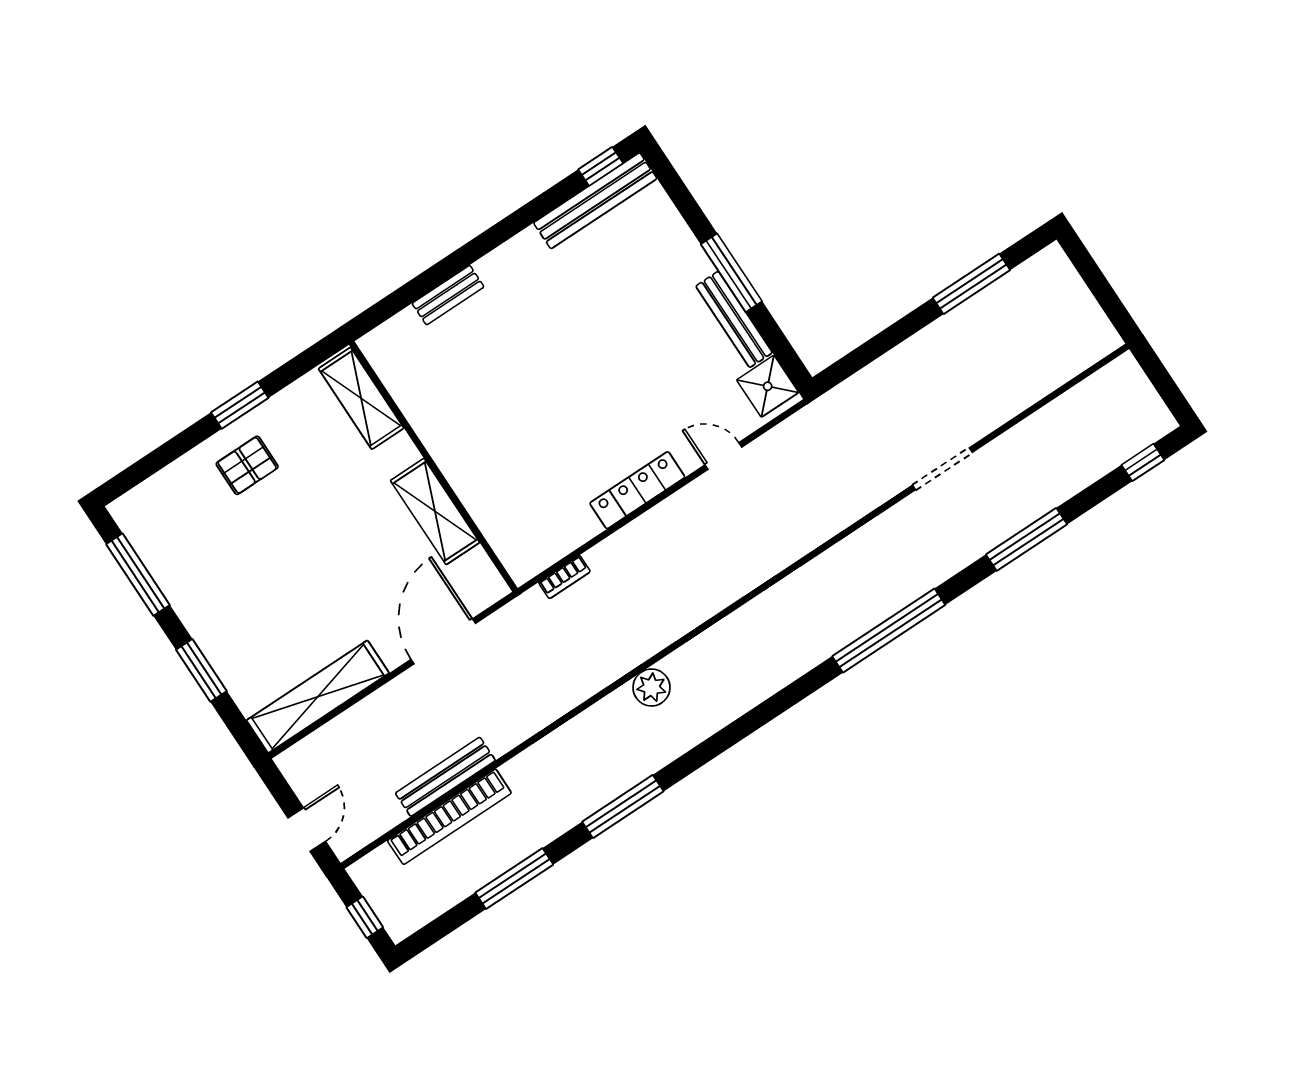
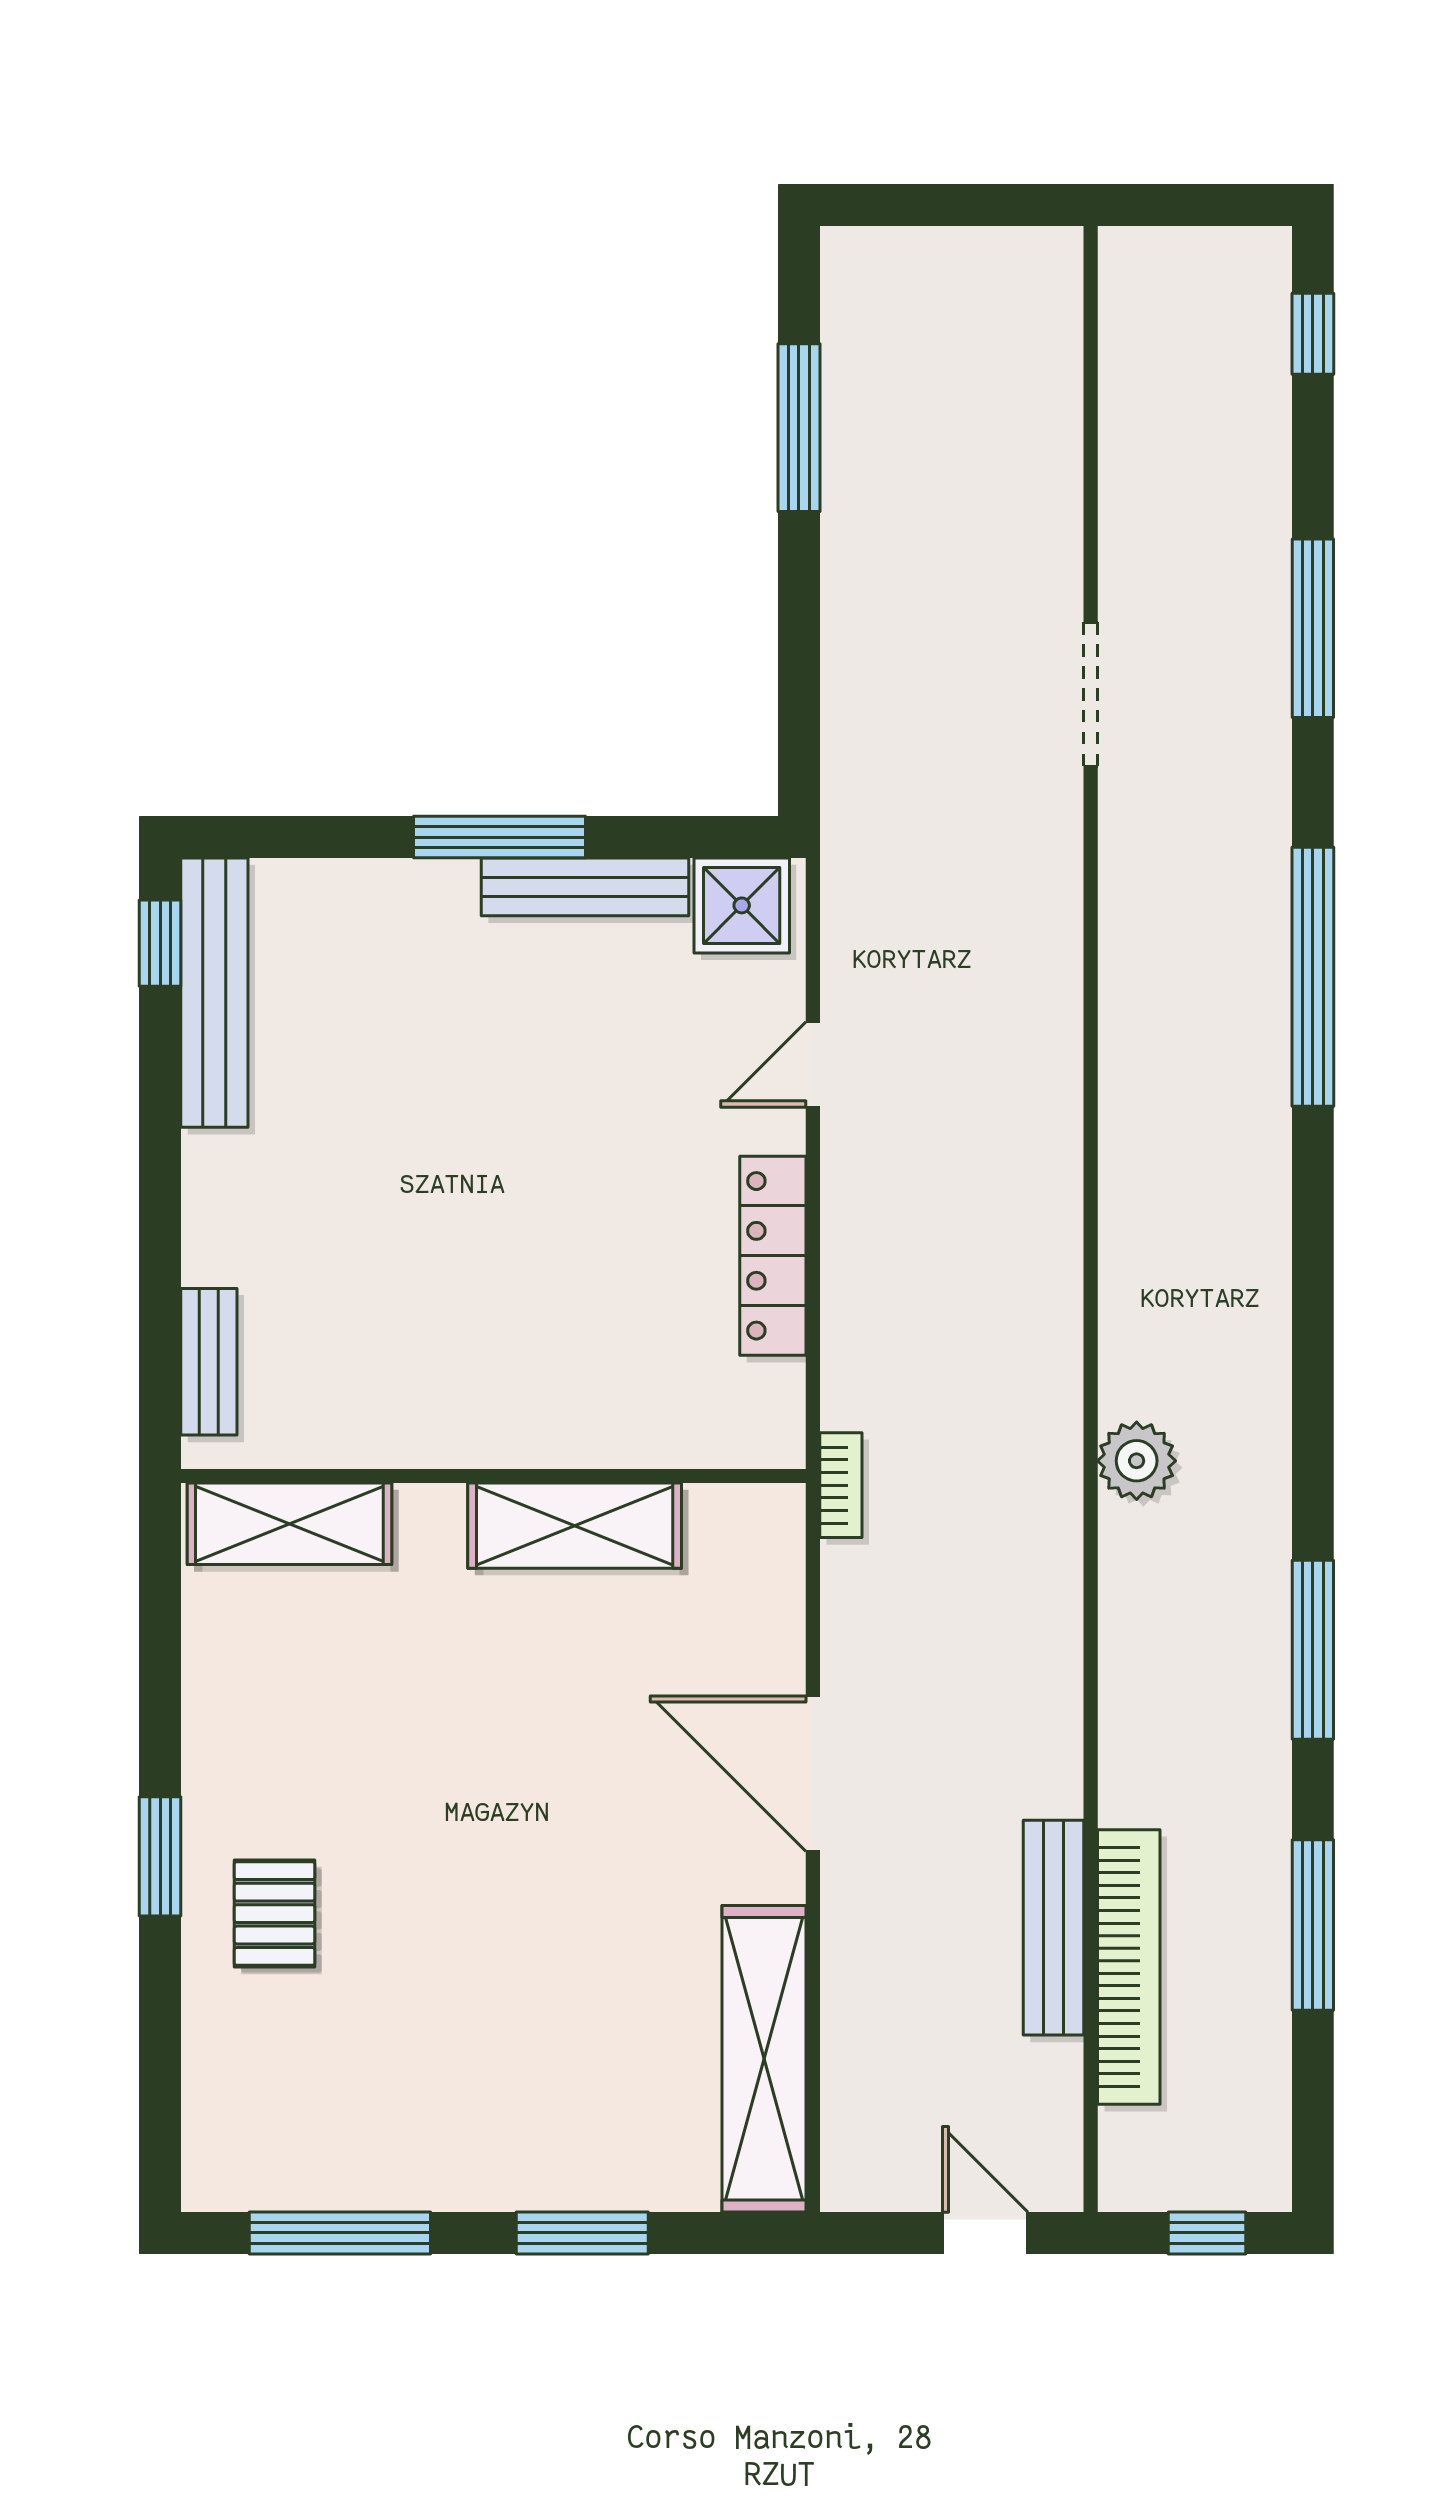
shelving: (361, 398) -> (289, 1524), moved
wall: (433, 466) -> (493, 1476), moved
shelving: (435, 511) -> (575, 1526), moved

